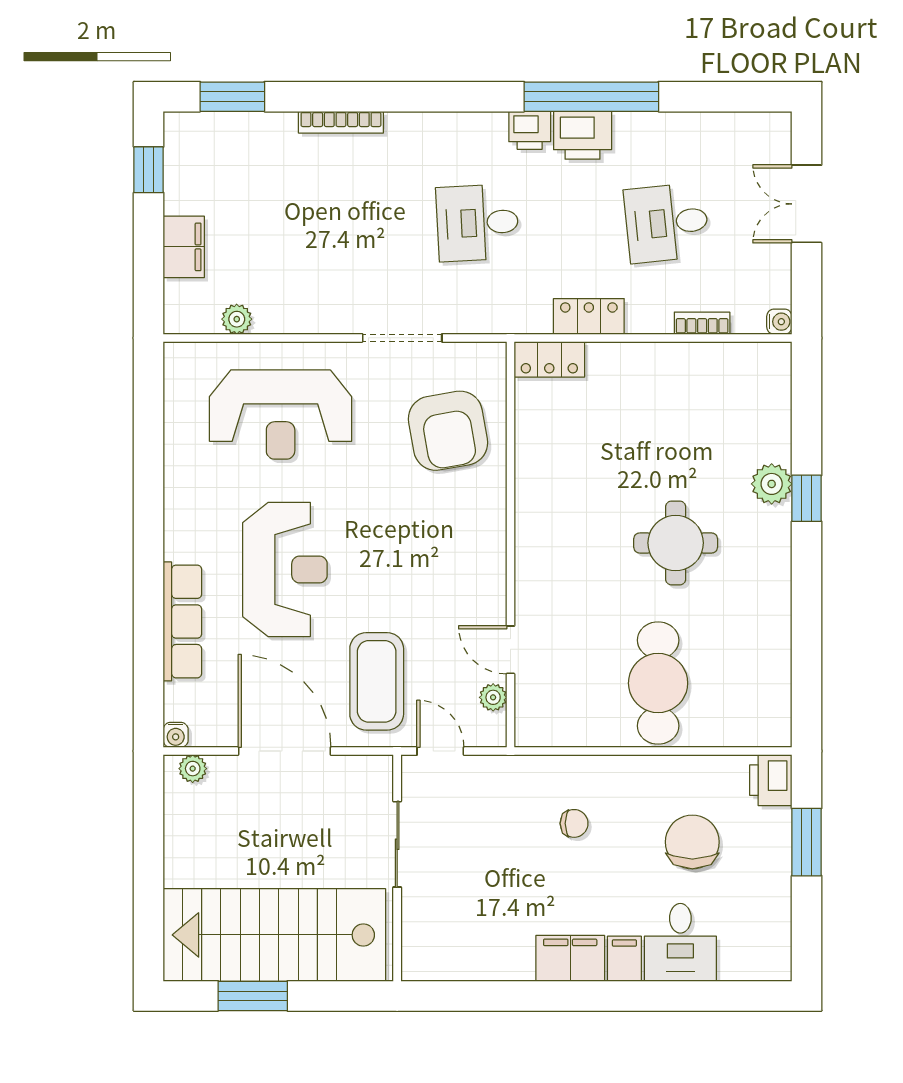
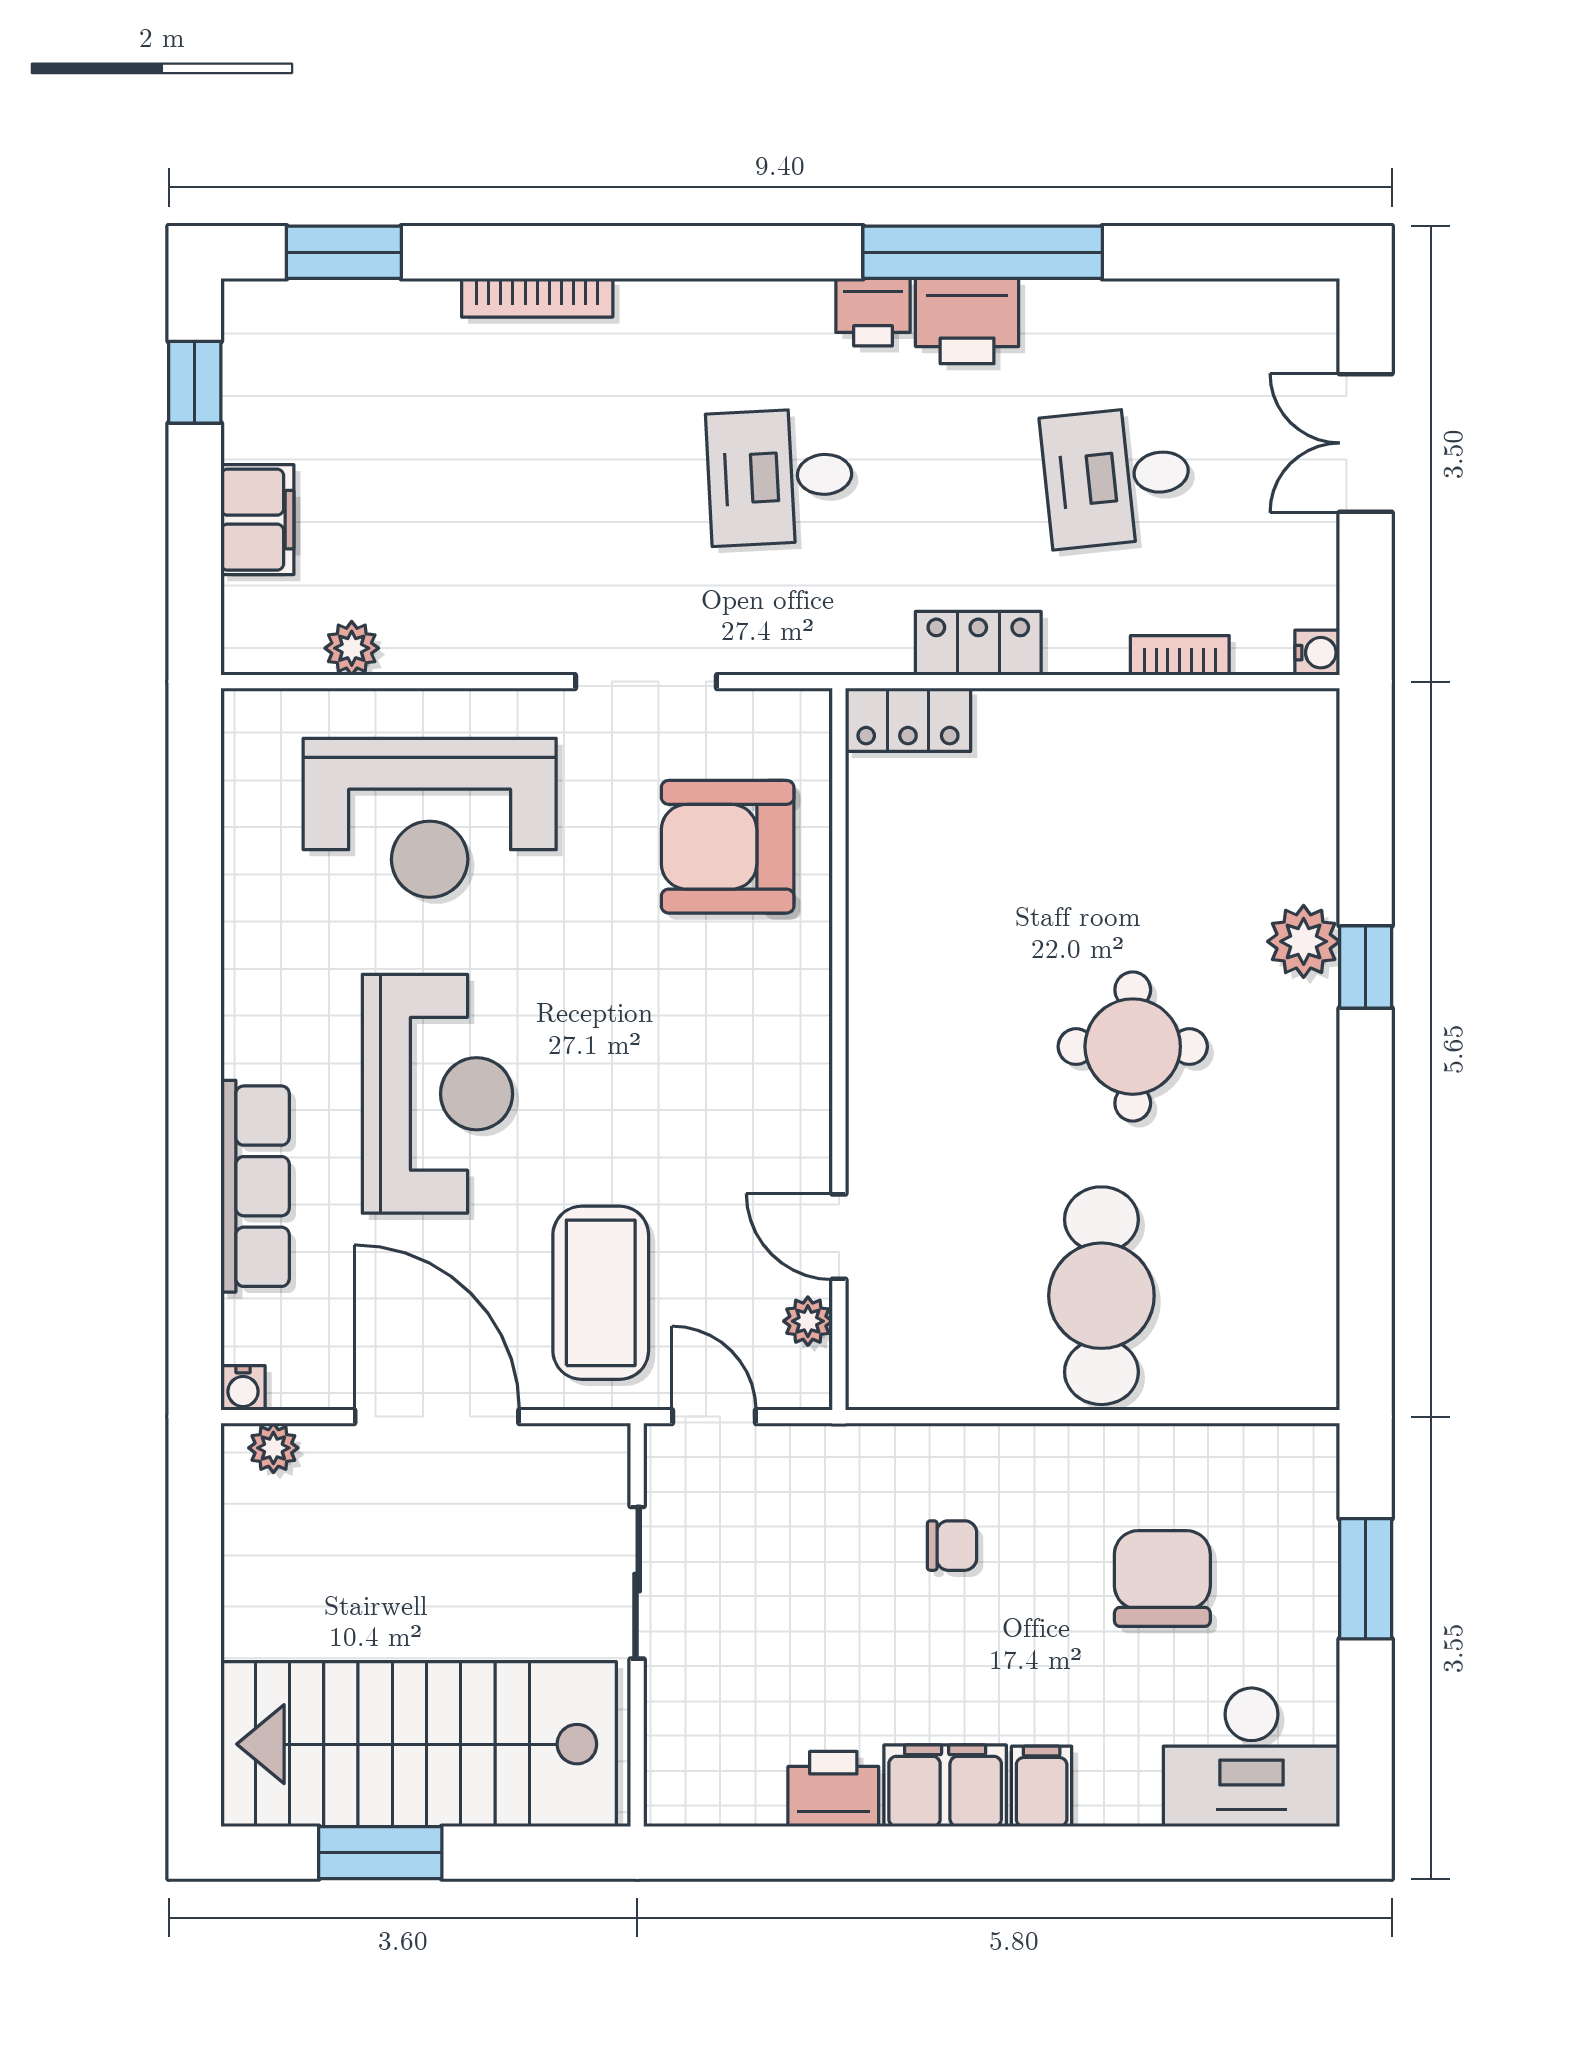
armchair: (448, 431) -> (728, 847), turned 100
printer: (771, 780) -> (833, 1789), moved, turned 90
desk: (680, 942) -> (1252, 1757), moved, width x1.37

